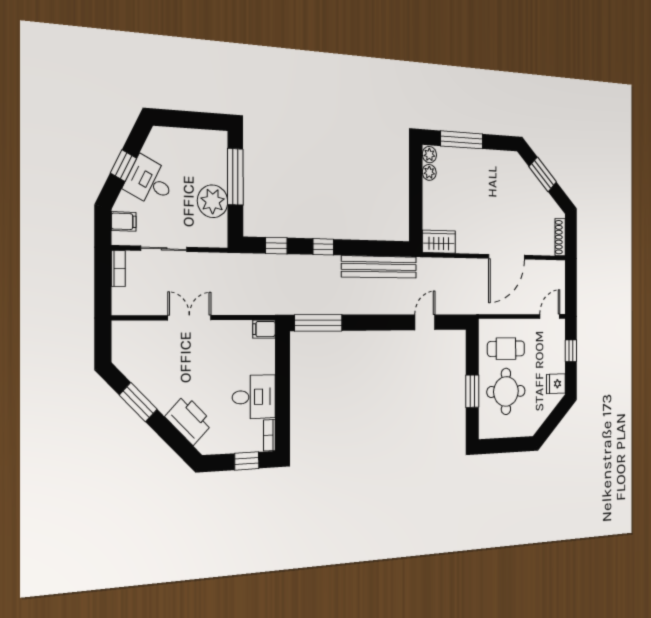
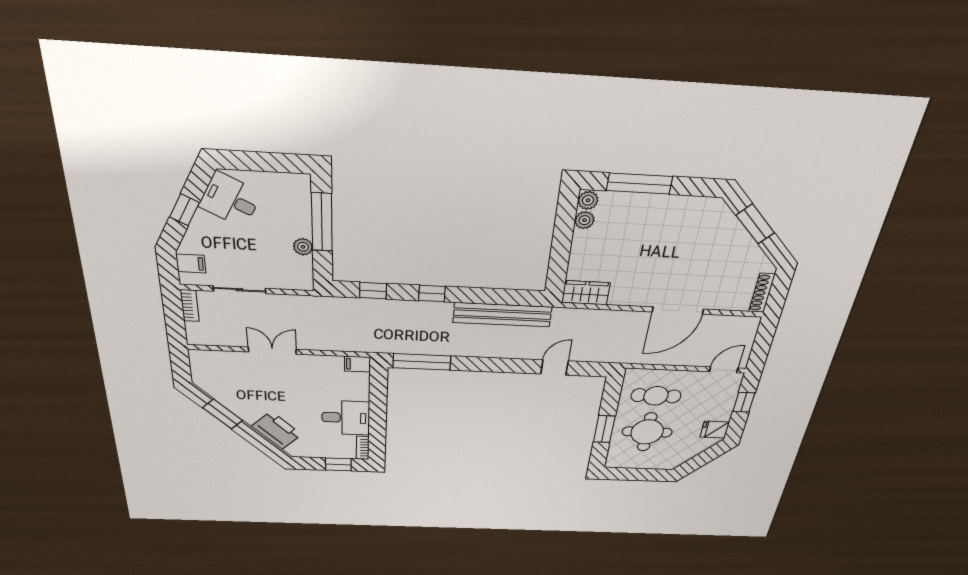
desk: (150, 182) -> (230, 200), moved
plant: (213, 201) -> (303, 247), width x0.53, depth x0.53

